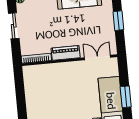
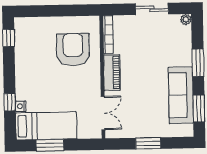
armchair: (50, 85) -> (73, 50), added

